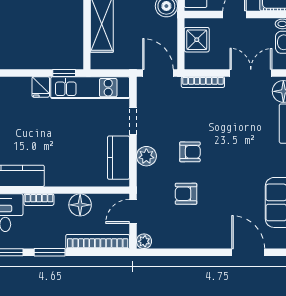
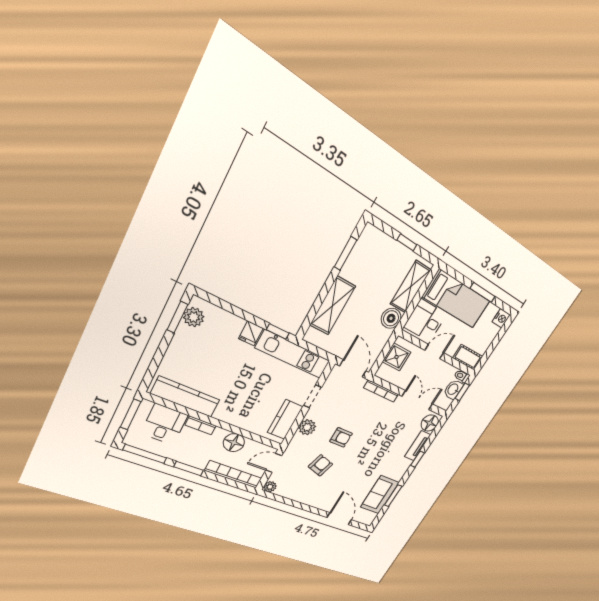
armchair: (186, 194) -> (320, 465), turned 107

